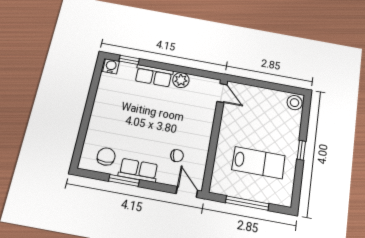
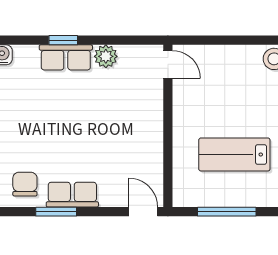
window: (129, 60) -> (63, 40), moved
chair: (177, 156) -> (121, 165), removed
lab bench: (258, 163) -> (234, 154), turned 180

